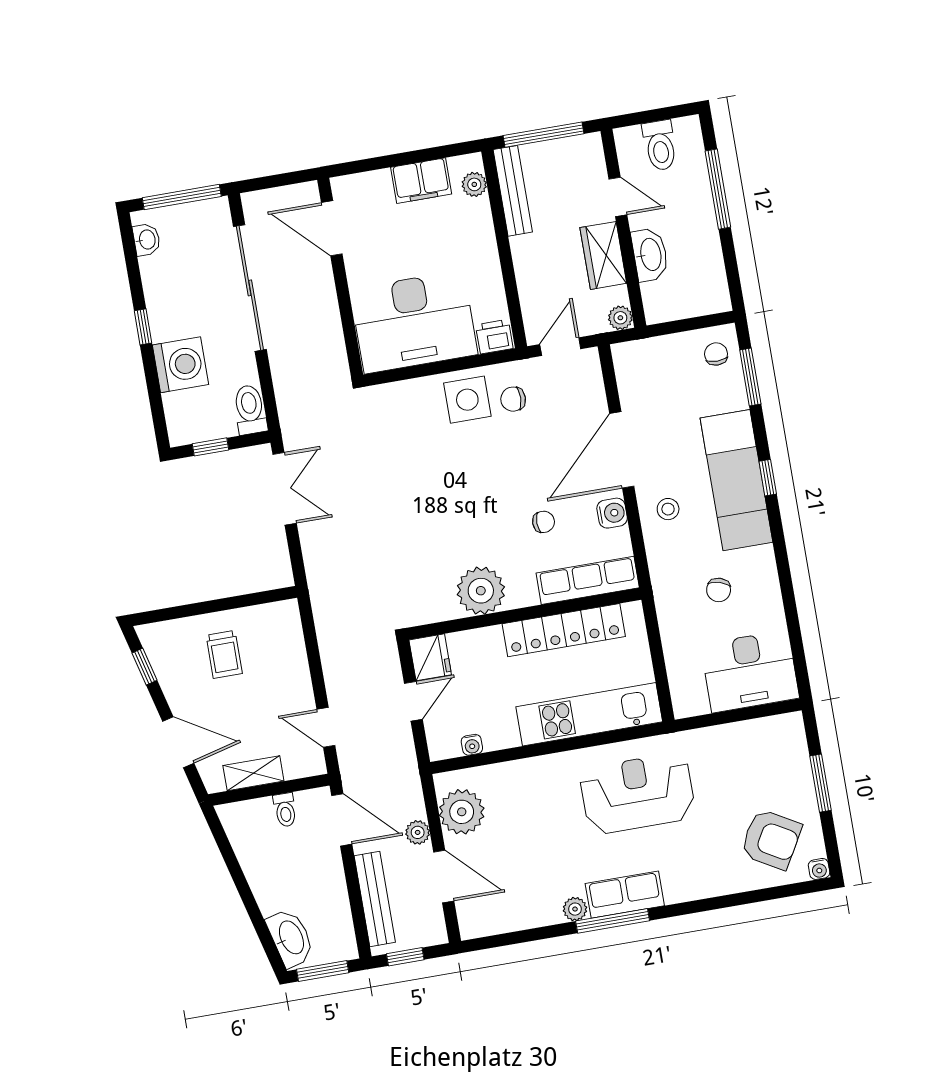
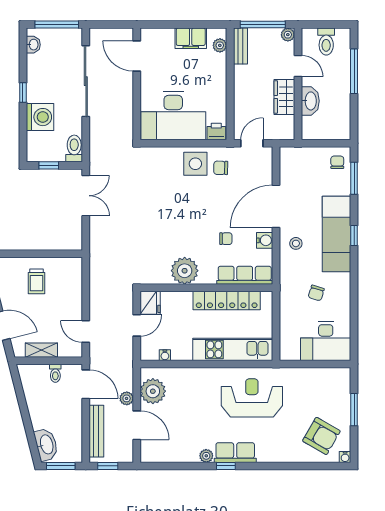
bench: (513, 191) -> (240, 46), width x0.73
plant: (620, 318) -> (288, 35), moved
window: (613, 921) -> (226, 466), width x0.46

